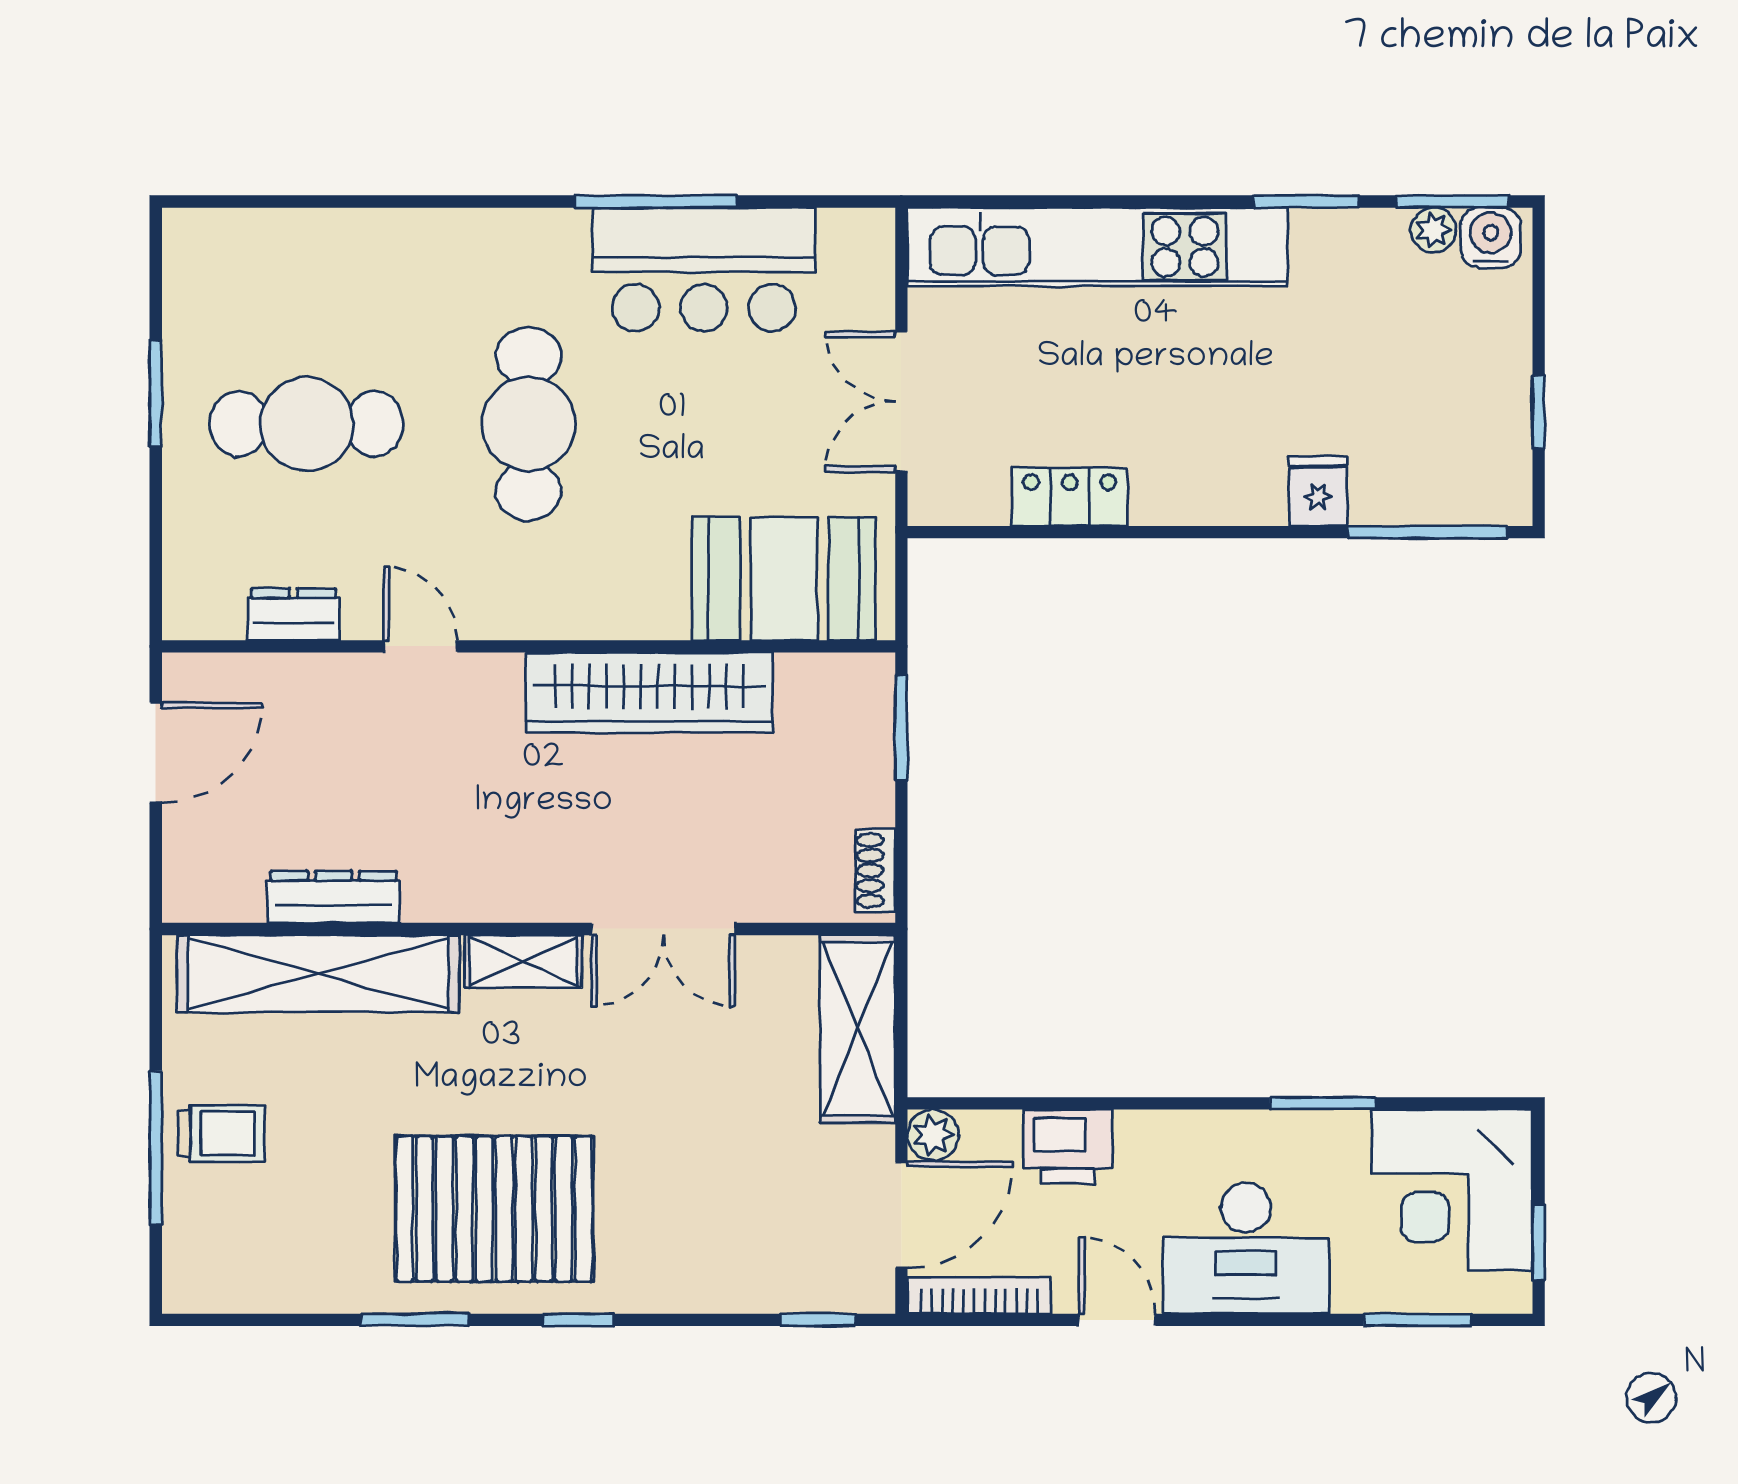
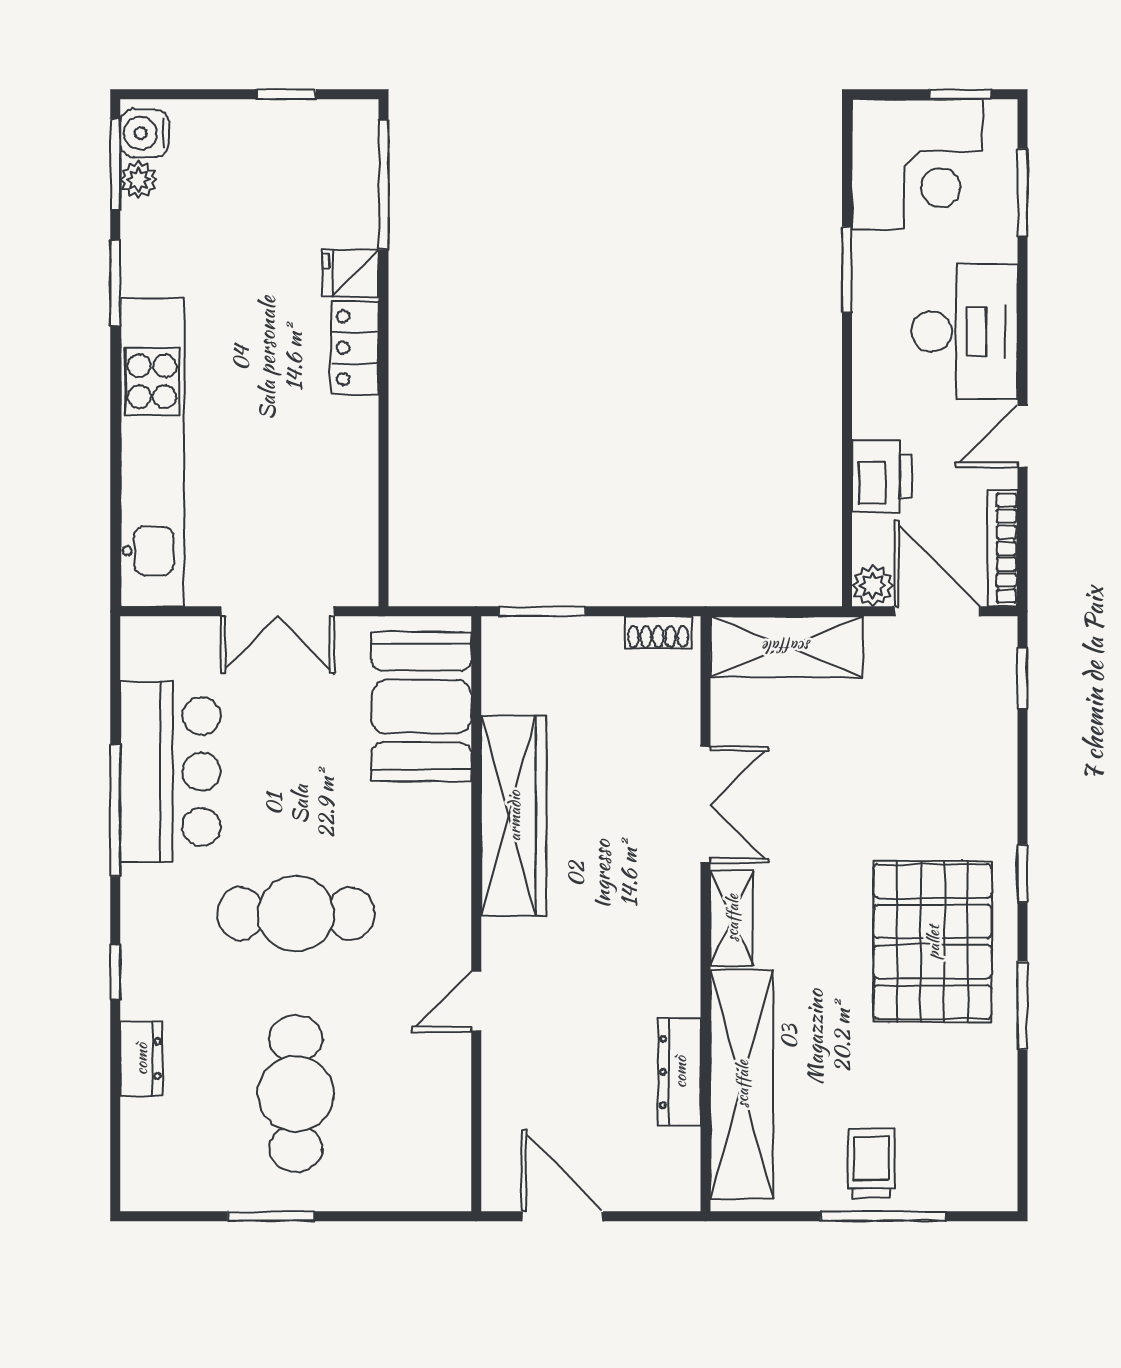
window: (457, 201) -> (115, 972), added
locker: (1070, 497) -> (355, 348), moved
dresser: (293, 614) -> (141, 1059), moved, turned 180

